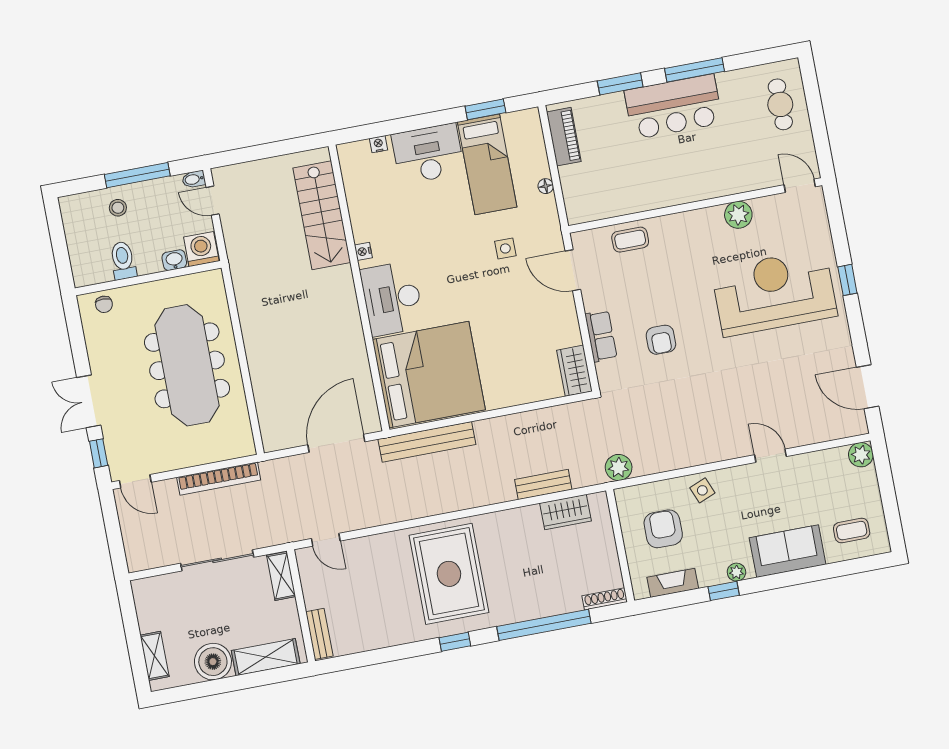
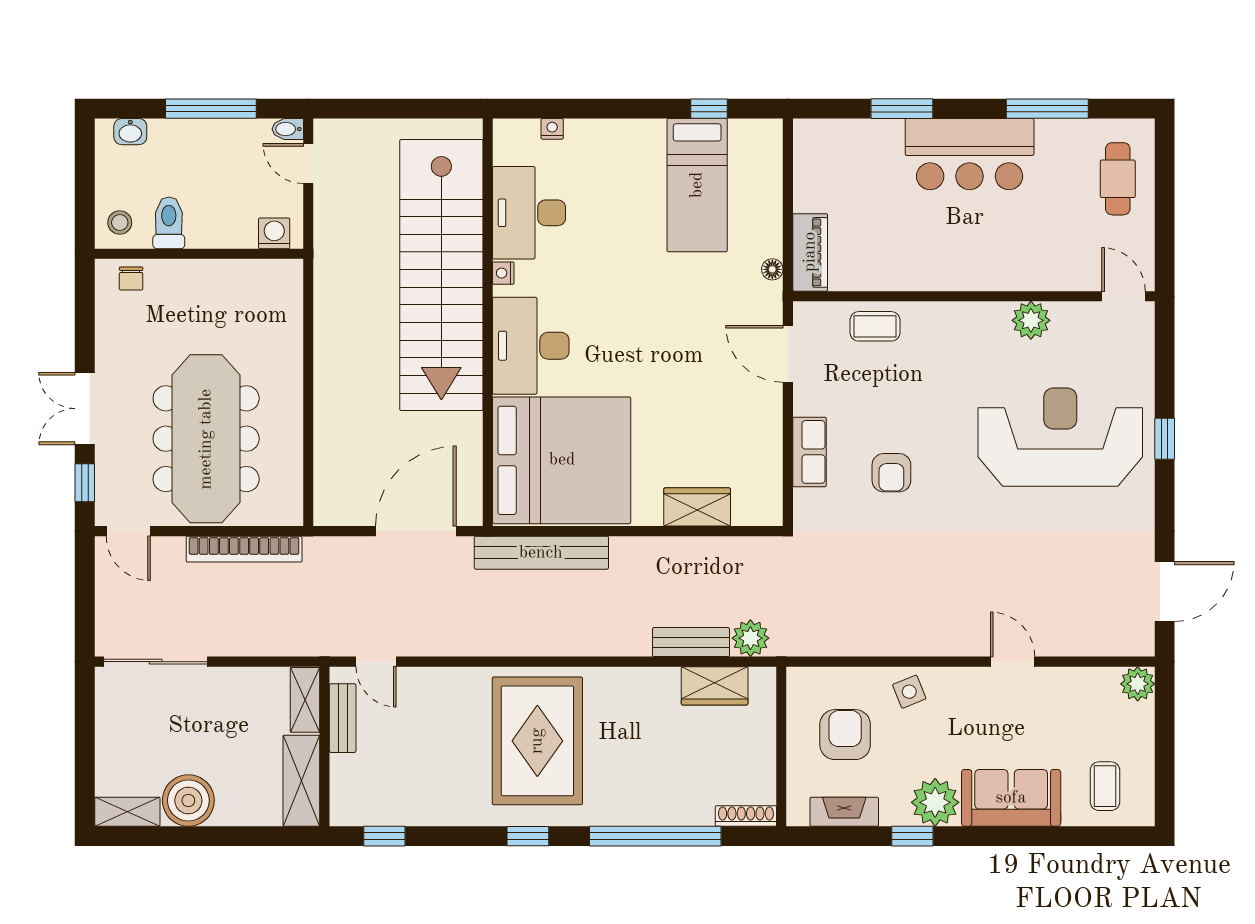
window: (695, 70) -> (1047, 109), moved
window: (485, 109) -> (709, 109), width x0.67
piano: (564, 137) -> (810, 252), moved
desk: (428, 154) -> (529, 213), moved, turned -90
floor lamp: (546, 186) -> (772, 269), moved
stool: (118, 208) -> (120, 223), moved
stairs: (322, 215) -> (441, 275), width x1.86, depth x1.51
side table: (505, 248) -> (700, 306), removed
washing machine: (201, 249) -> (274, 233), width x0.73, depth x0.73
washbasin: (174, 260) -> (130, 132), moved, turned 180
meeting table: (187, 365) -> (206, 439), moved
wardrobe: (574, 371) -> (697, 507), moved, turned 90
door: (868, 387) -> (1165, 592), swing flipped
plant: (619, 467) -> (750, 638), moved
coffee table: (852, 531) -> (1105, 786), turned 90
sliding door: (217, 560) -> (156, 662), moved
plant: (736, 572) -> (935, 802), width x1.88, depth x1.88
bench: (319, 634) -> (343, 718), moved
shelving: (155, 656) -> (127, 812), moved, turned 90
shelving: (266, 657) -> (301, 781), moved, turned 90
window: (355, 661) -> (384, 836), added

